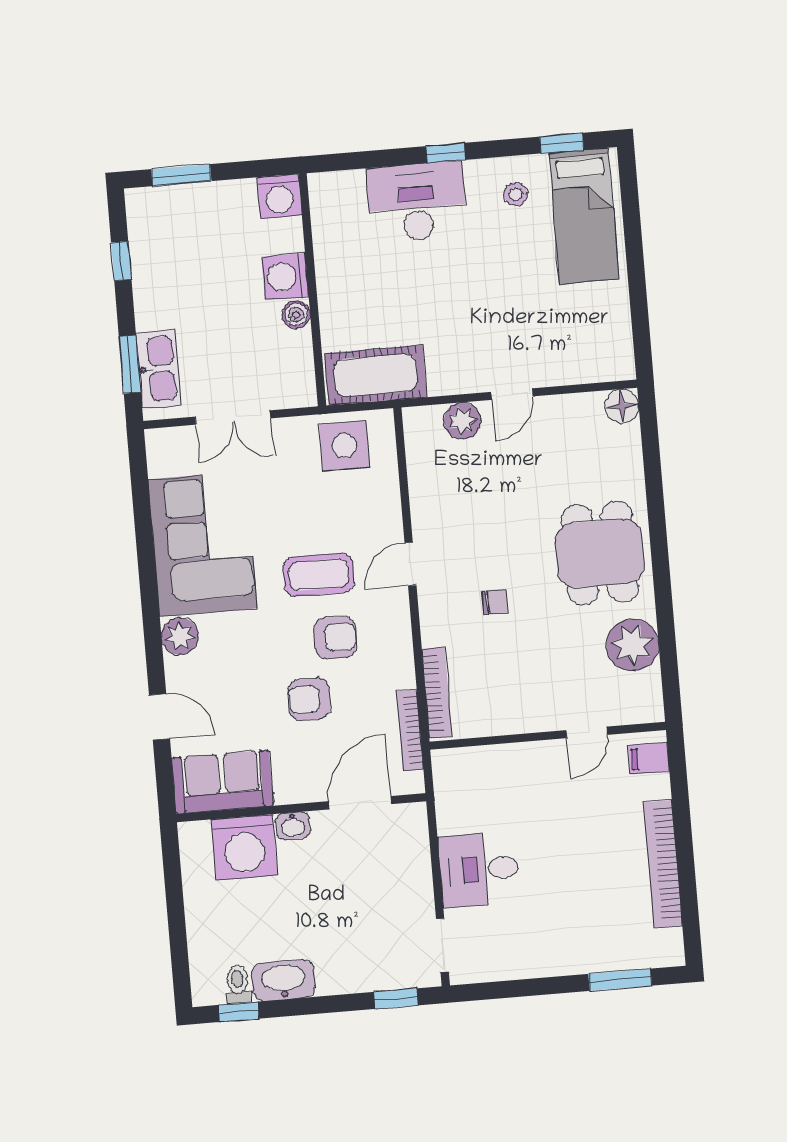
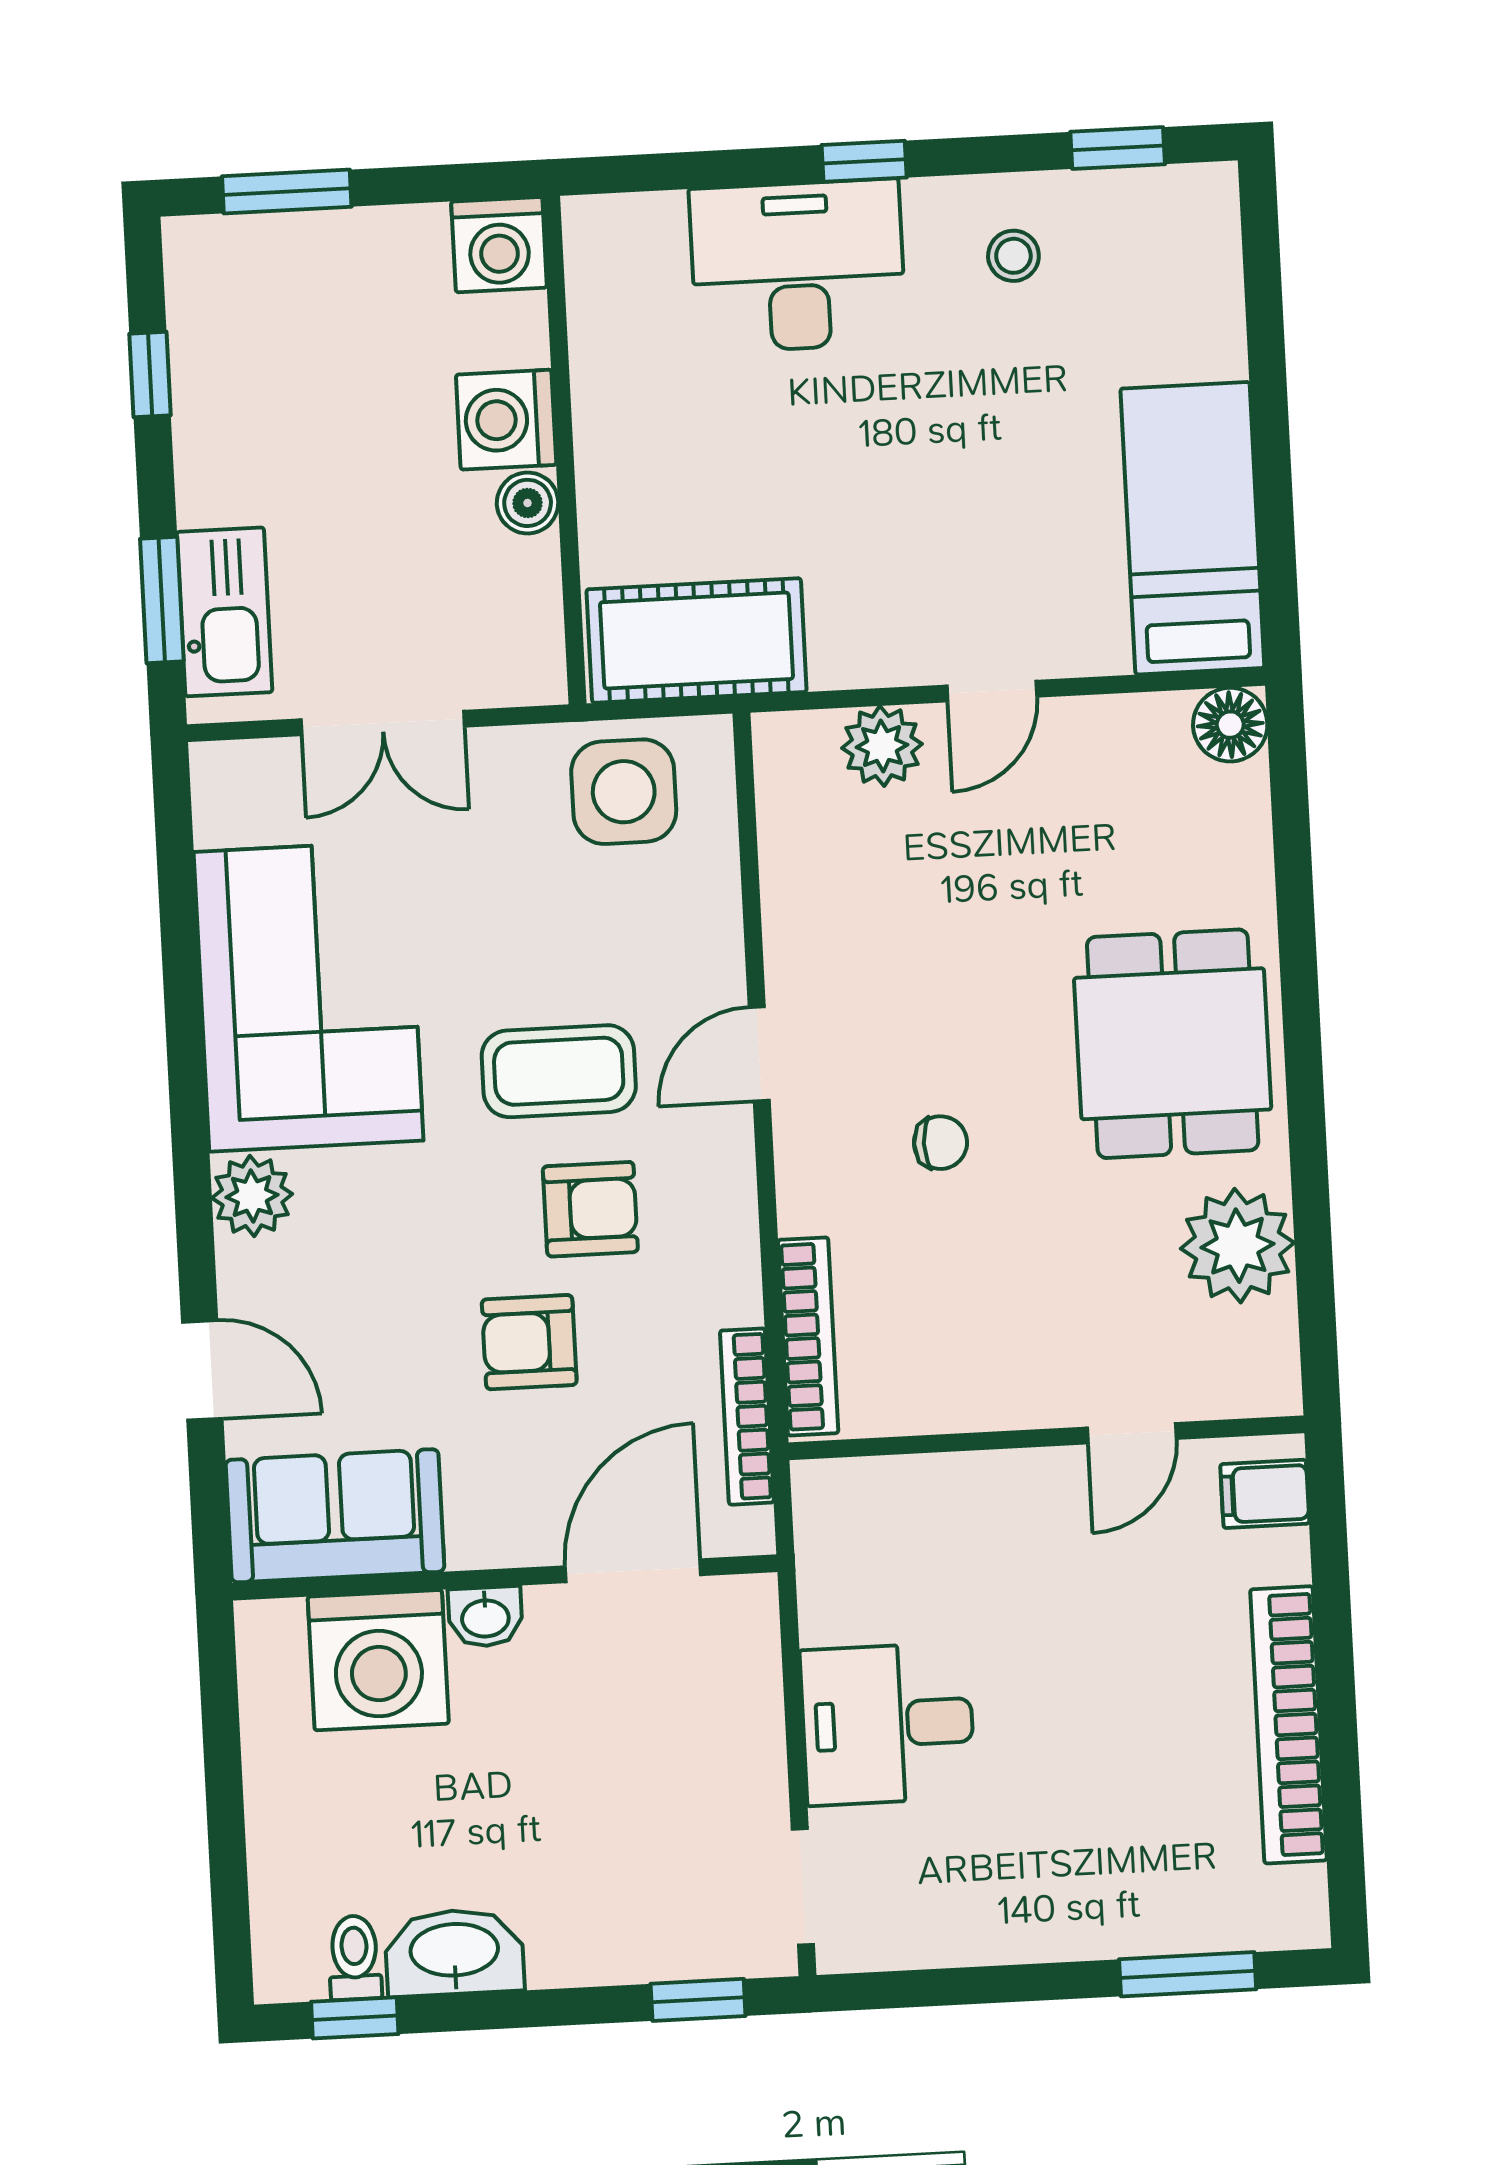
bed: (584, 216) -> (1192, 528), moved, turned 180

